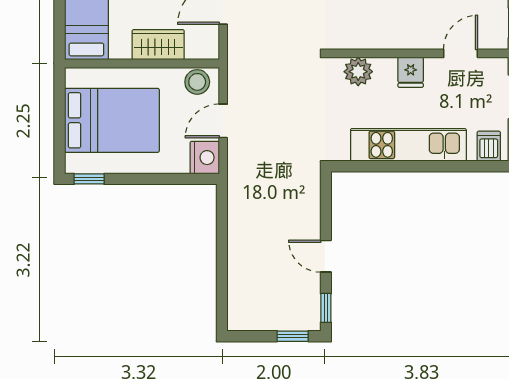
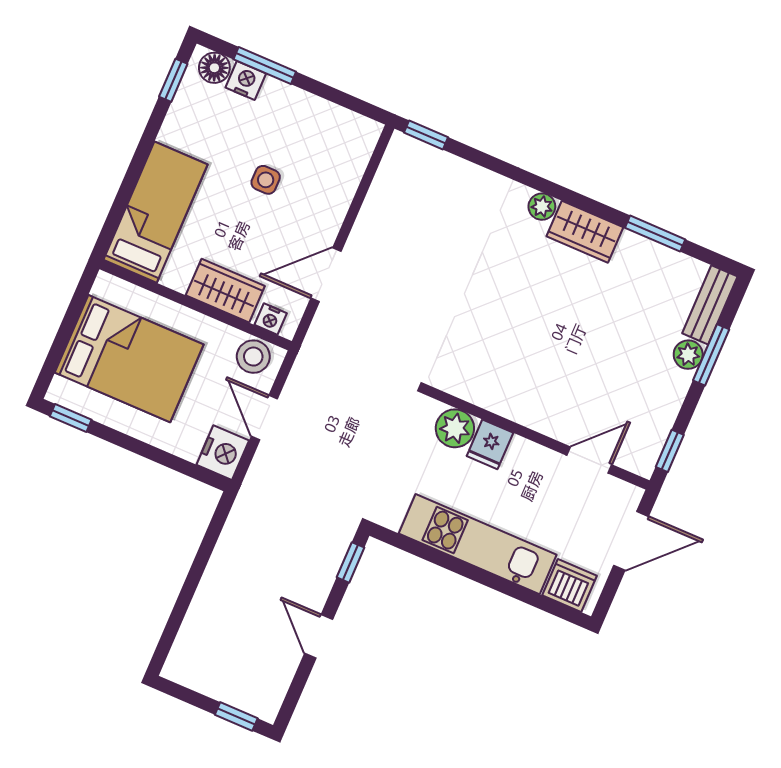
nightstand: (198, 51) -> (271, 319), added
fridge: (411, 72) -> (490, 444), moved
door: (223, 121) -> (264, 418), hinge flipped
dishwasher: (489, 146) -> (569, 585), width x1.38
window: (326, 308) -> (350, 562), moved

